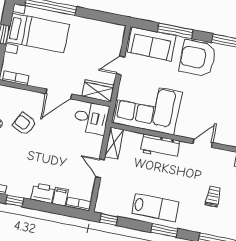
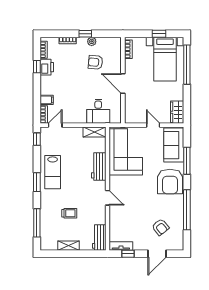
armchair: (198, 58) -> (170, 182), turned 180
wardrobe: (98, 91) -> (177, 112), moved, turned 180
desk: (91, 118) -> (98, 111), moved
armchair: (24, 124) -> (96, 62), turned -112
door: (100, 168) -> (55, 125), moved
printer: (43, 193) -> (47, 67), moved

